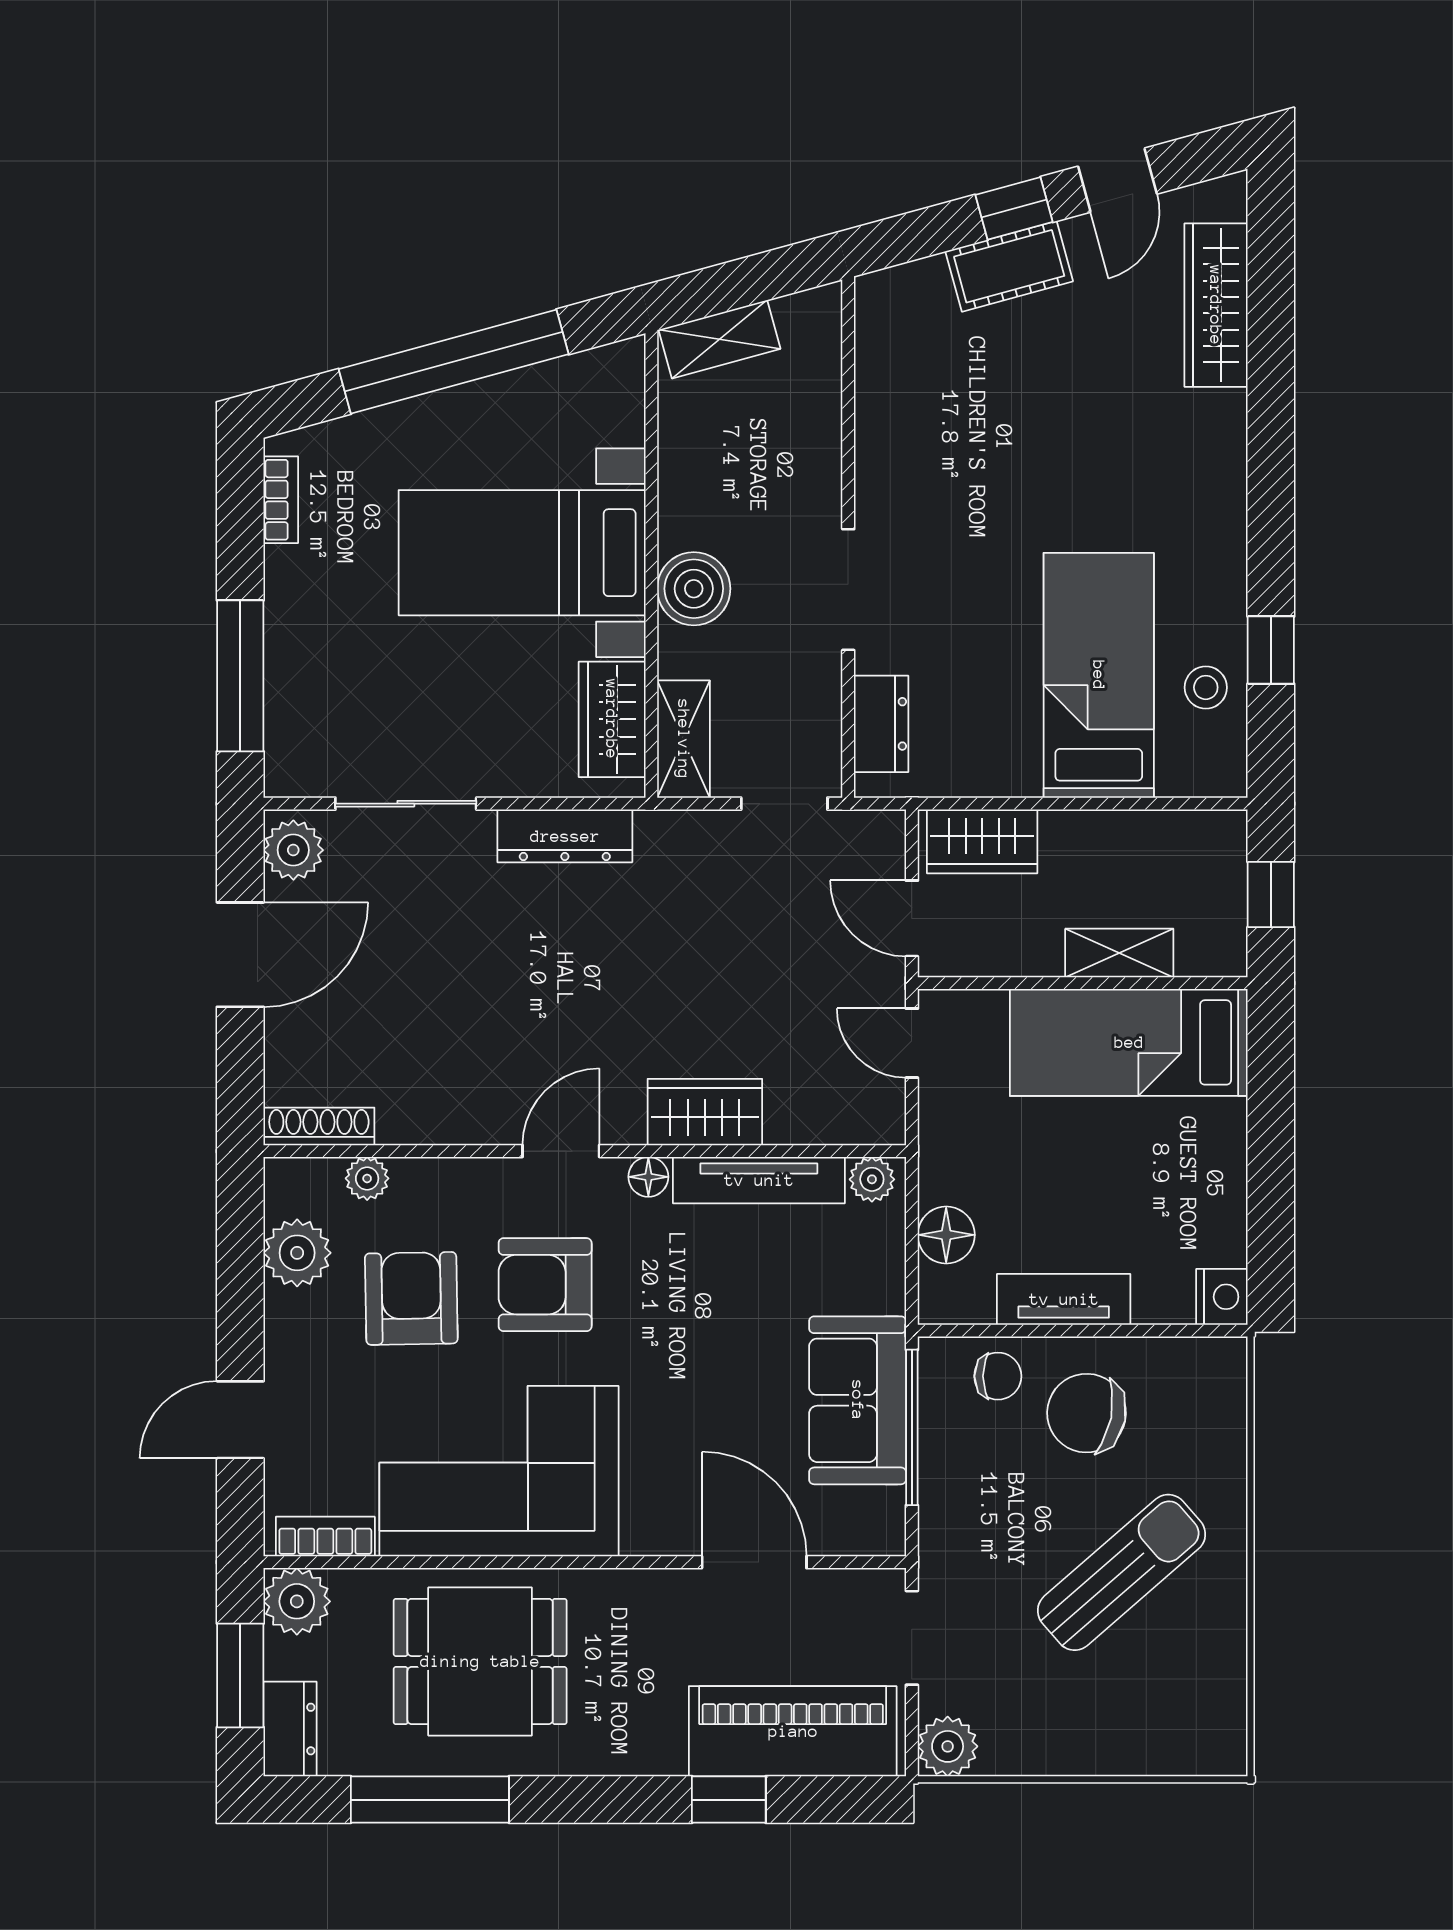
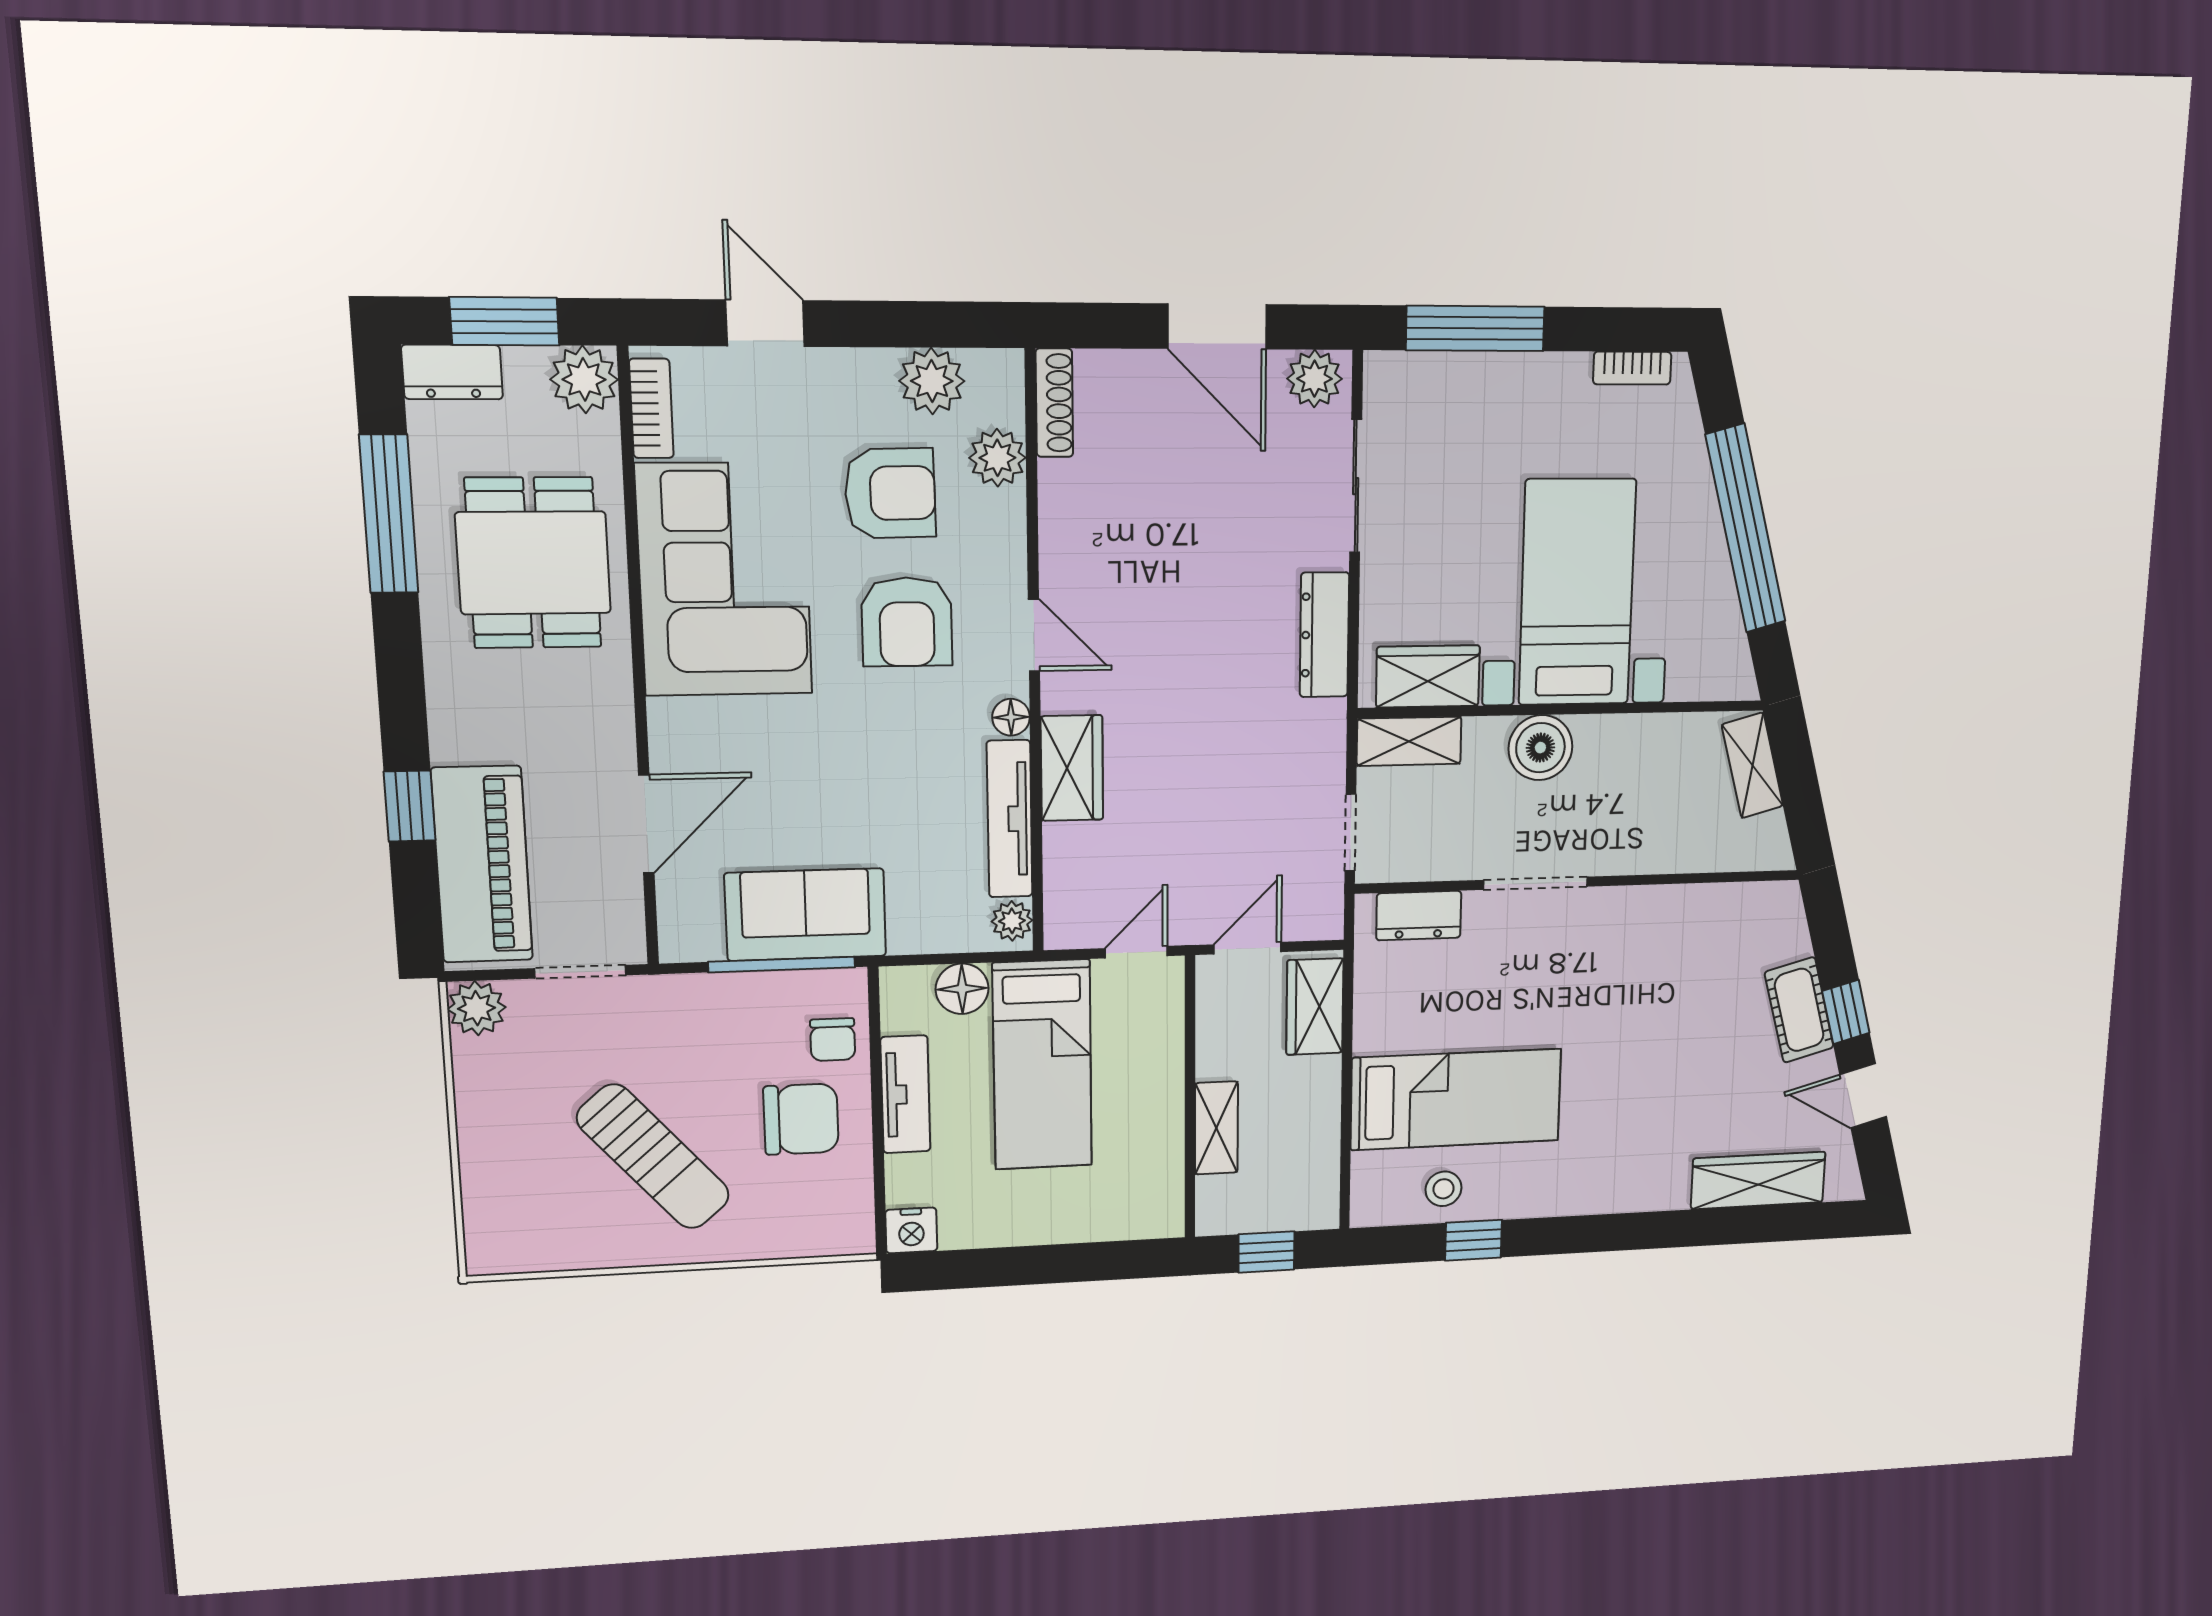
bed: (1129, 1042) -> (1042, 1065), moved, turned 180
plant: (367, 1178) -> (997, 458), width x1.38, depth x1.38
armchair: (545, 1285) -> (907, 622), turned 180
chair: (1087, 1413) -> (801, 1119), turned 79

